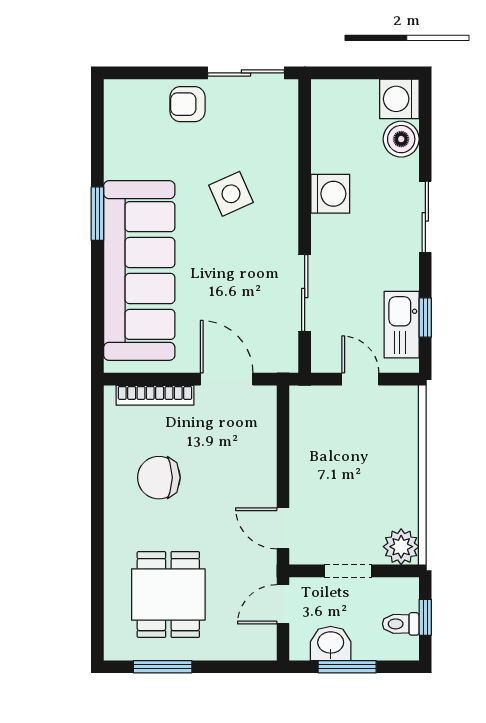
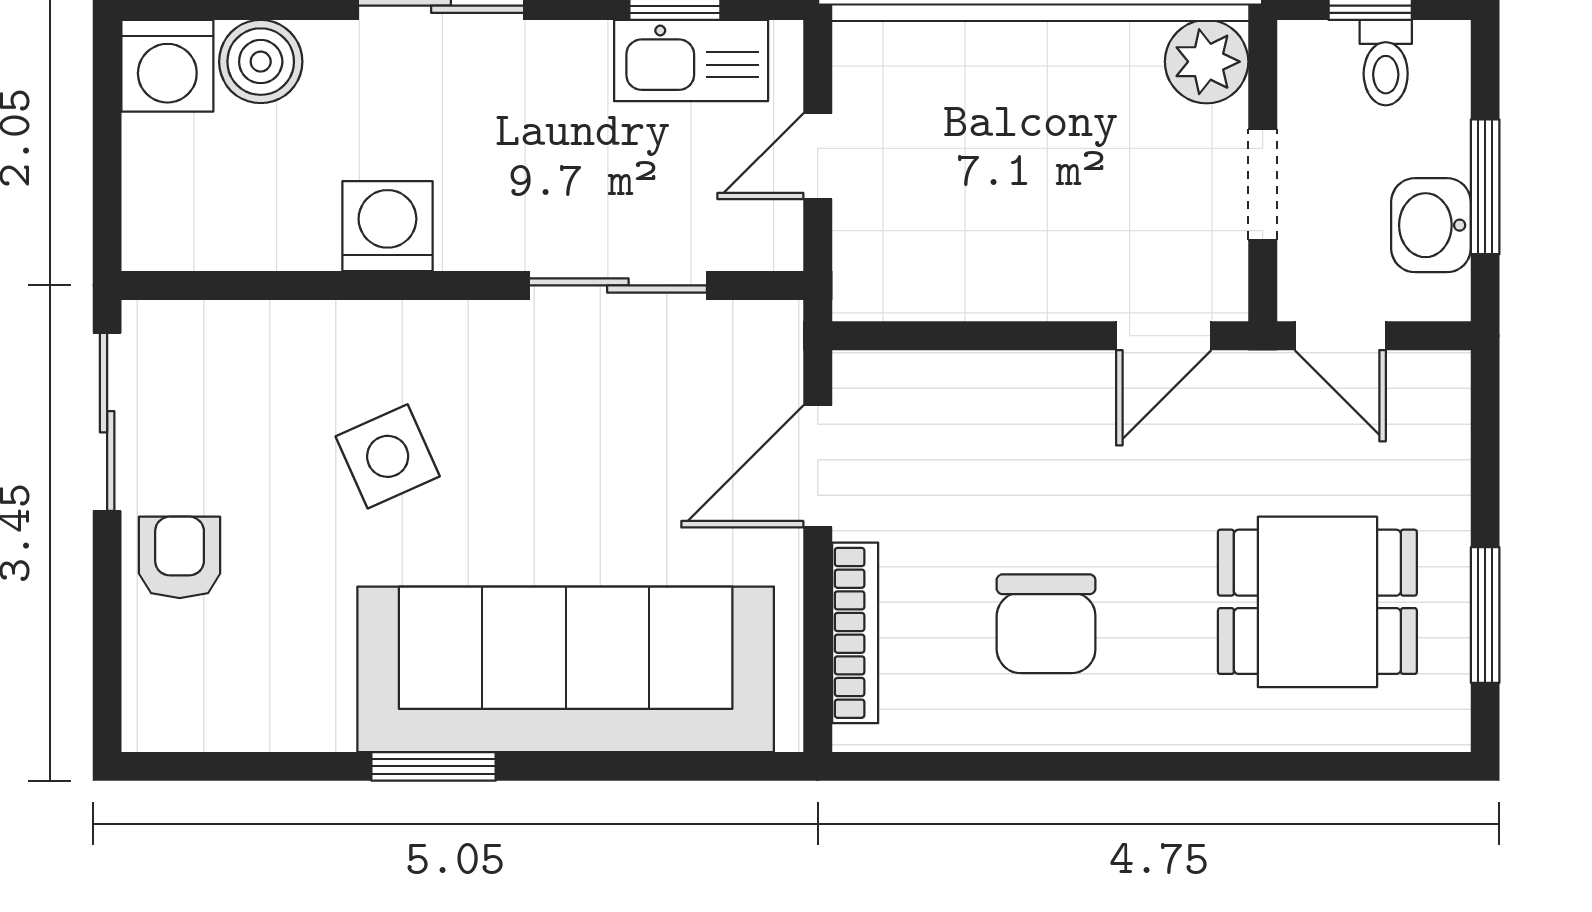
armchair: (187, 104) -> (180, 557), turned 180

